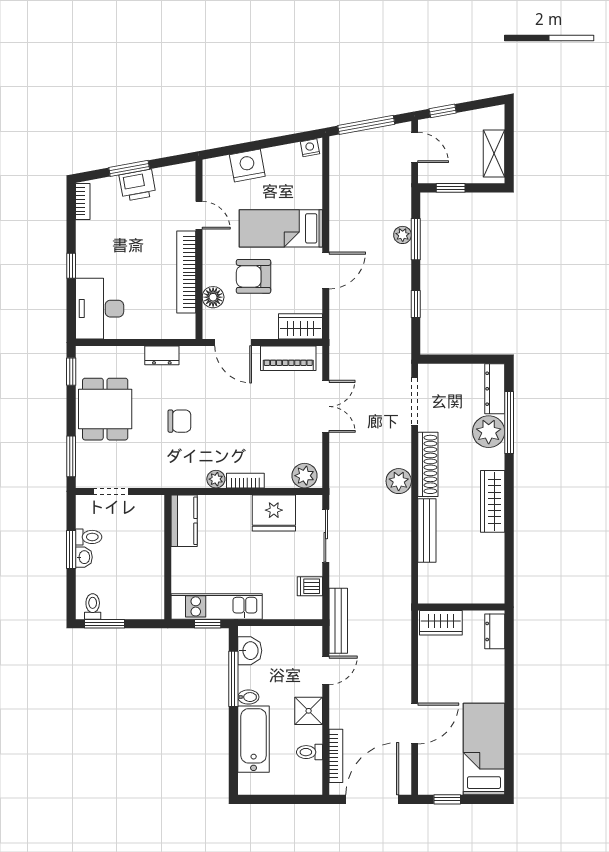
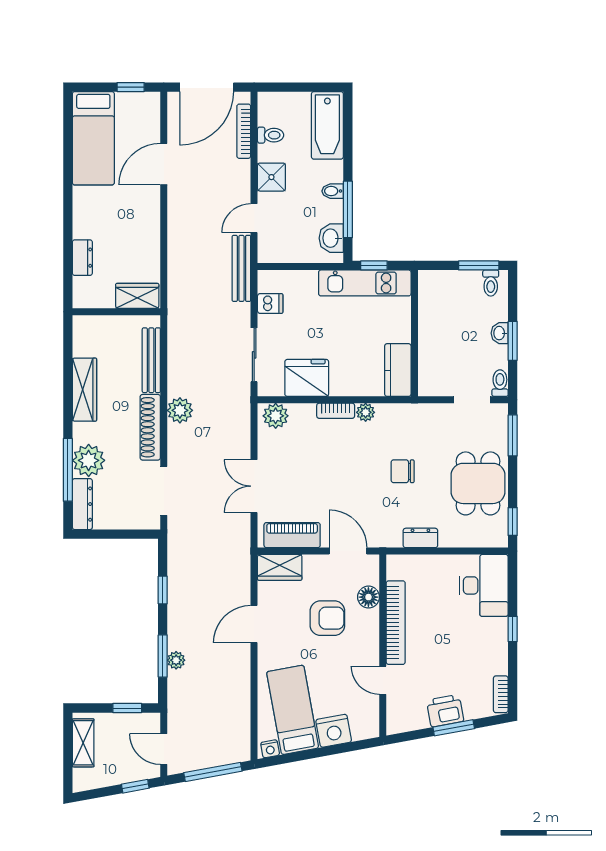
bed: (281, 228) -> (293, 710), moved, turned -100
toilet: (89, 537) -> (500, 383), moved, turned 90
wall: (461, 607) -> (116, 312), moved
wardrobe: (441, 623) -> (137, 296), moved
bathtub: (254, 739) -> (327, 125), moved

